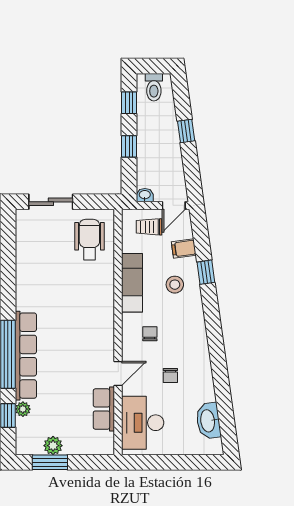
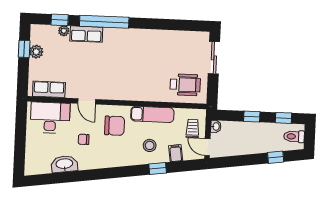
window: (186, 131) -> (276, 157), moved
chair: (150, 334) -> (115, 126), width x1.87, depth x1.87
row of seats: (26, 356) -> (86, 34), width x0.50
row of seats: (104, 409) -> (49, 89), moved
washbasin: (208, 421) -> (64, 164), moved
window: (50, 462) -> (24, 49), width x0.67

